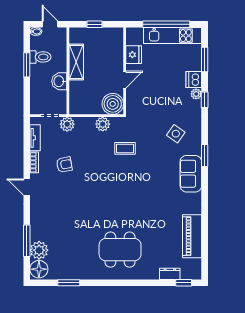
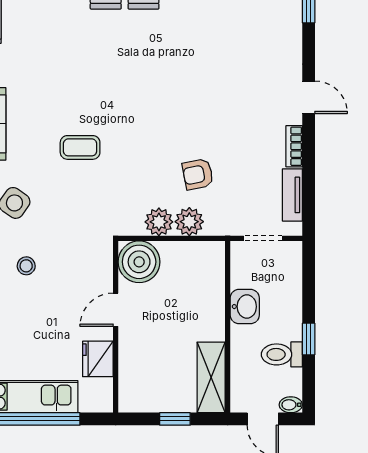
shelving: (76, 62) -> (211, 377), moved
window: (27, 65) -> (309, 339), width x0.67
stool: (170, 102) -> (26, 266), added
plant: (67, 124) -> (189, 222), moved
coffee table: (125, 148) -> (80, 147), moved
armchair: (64, 165) -> (198, 174), moved

